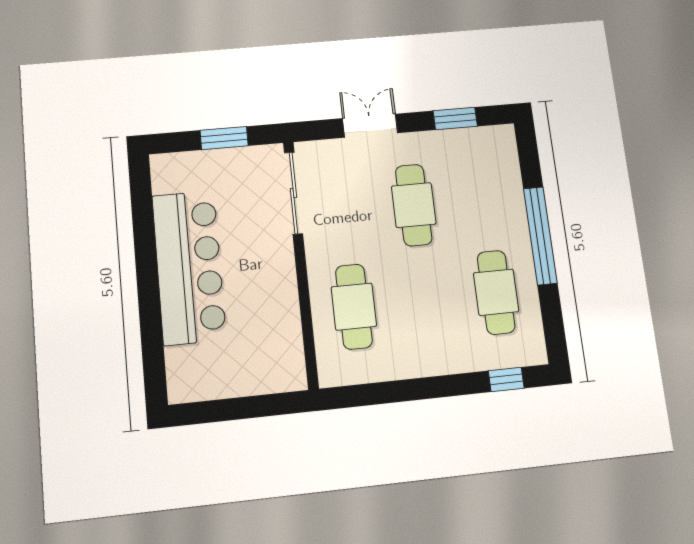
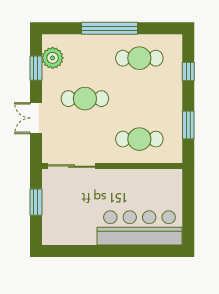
plant: (476, 144) -> (53, 58), added
bar counter: (189, 267) -> (139, 228), moved
window: (506, 379) -> (188, 71), moved
window: (389, 392) -> (188, 125), added

